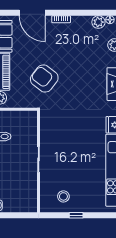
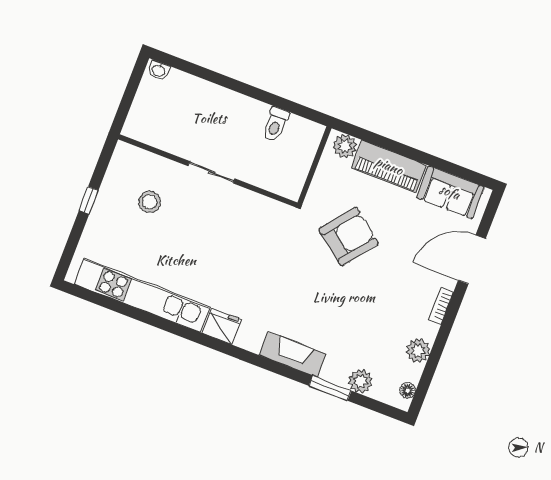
plant: (98, 22) -> (418, 351), moved
stool: (63, 196) -> (150, 202), moved

